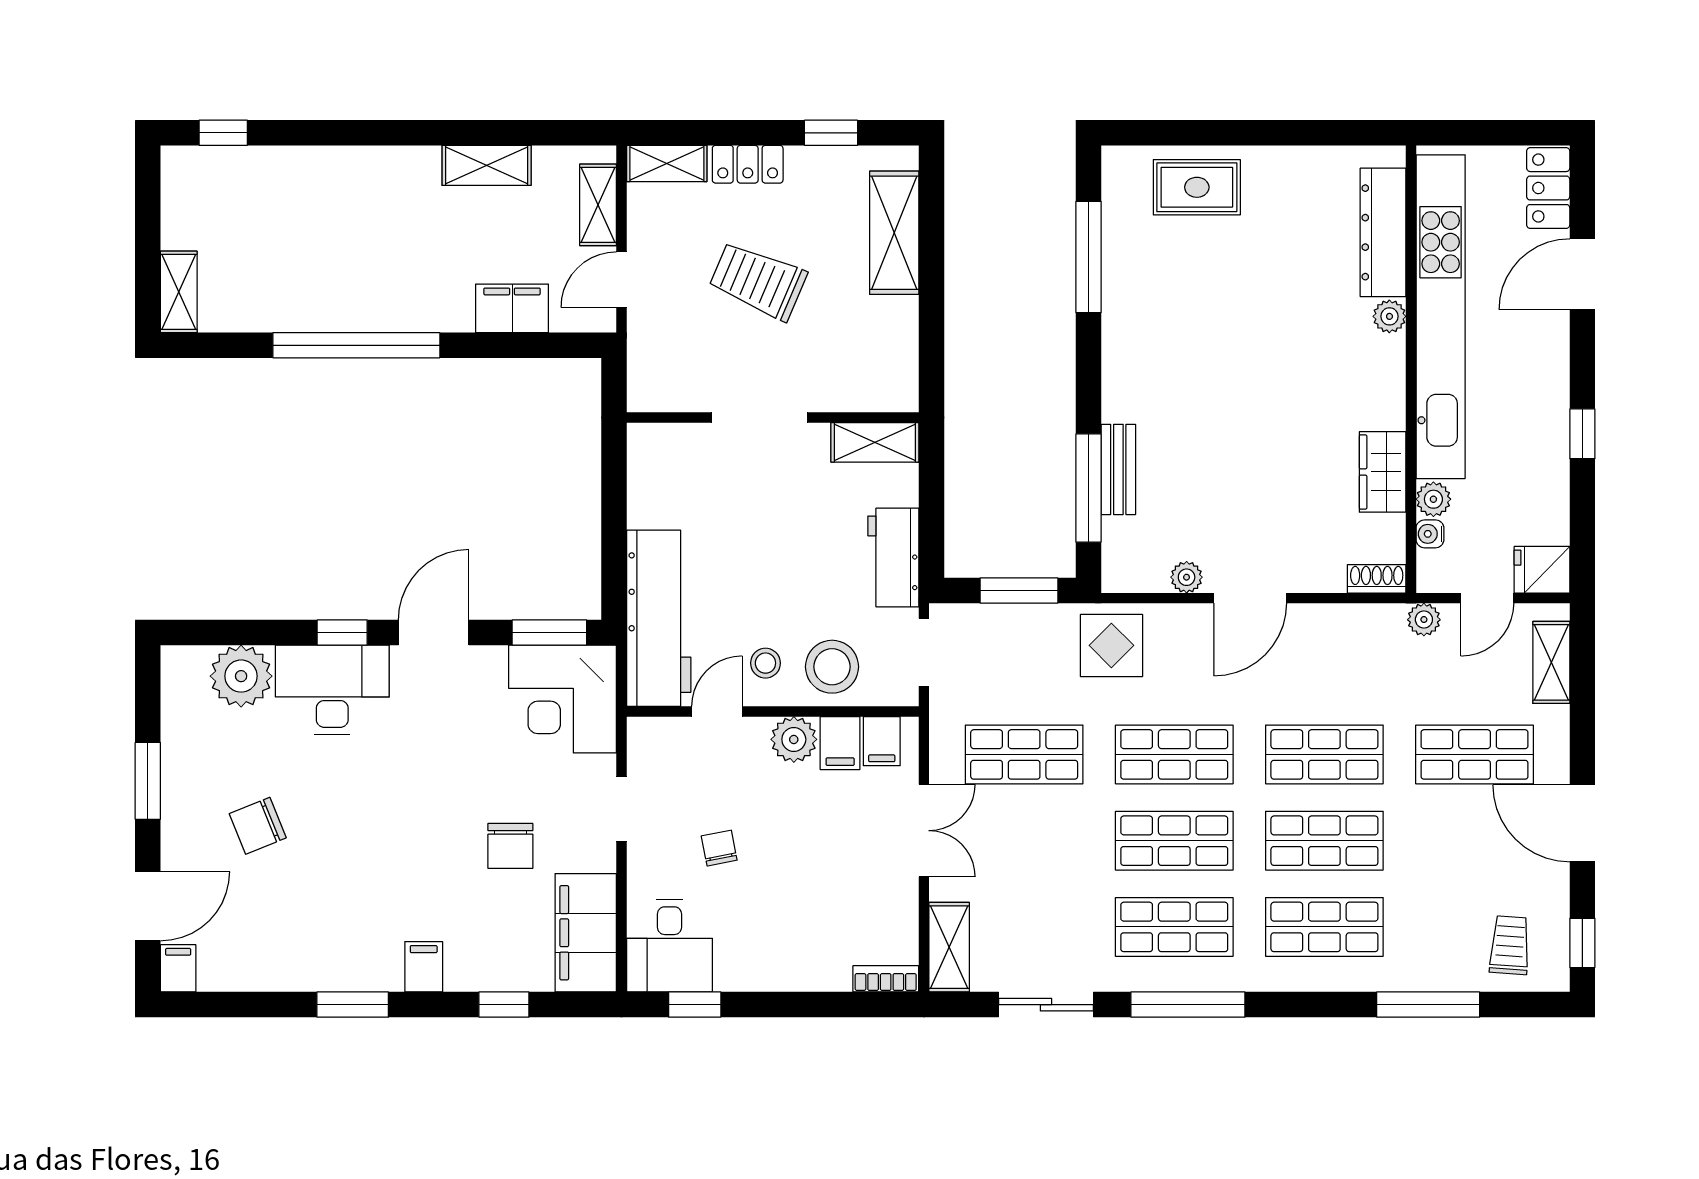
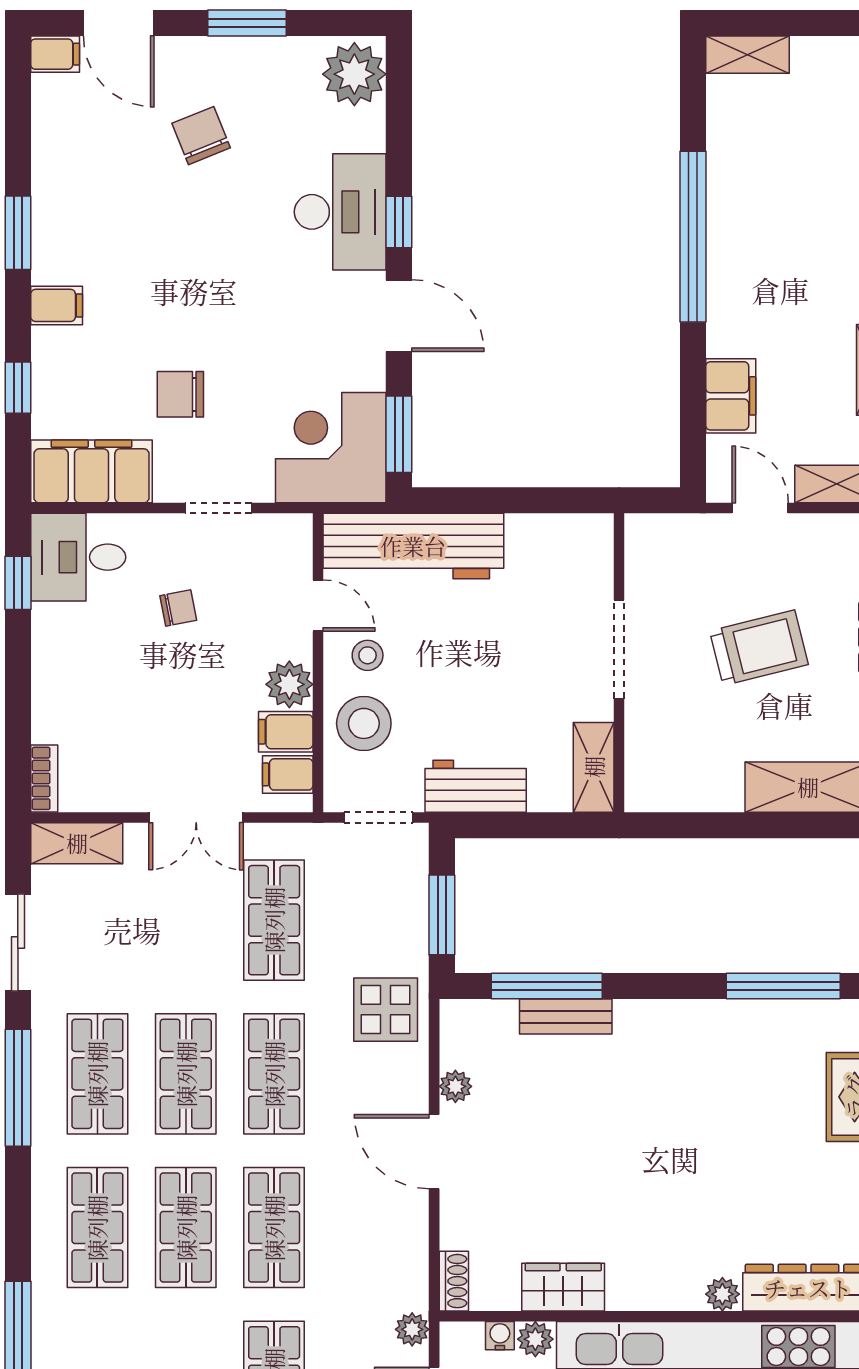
trolley: (758, 281) -> (759, 648), turned 53
plant: (241, 676) -> (354, 74), moved

